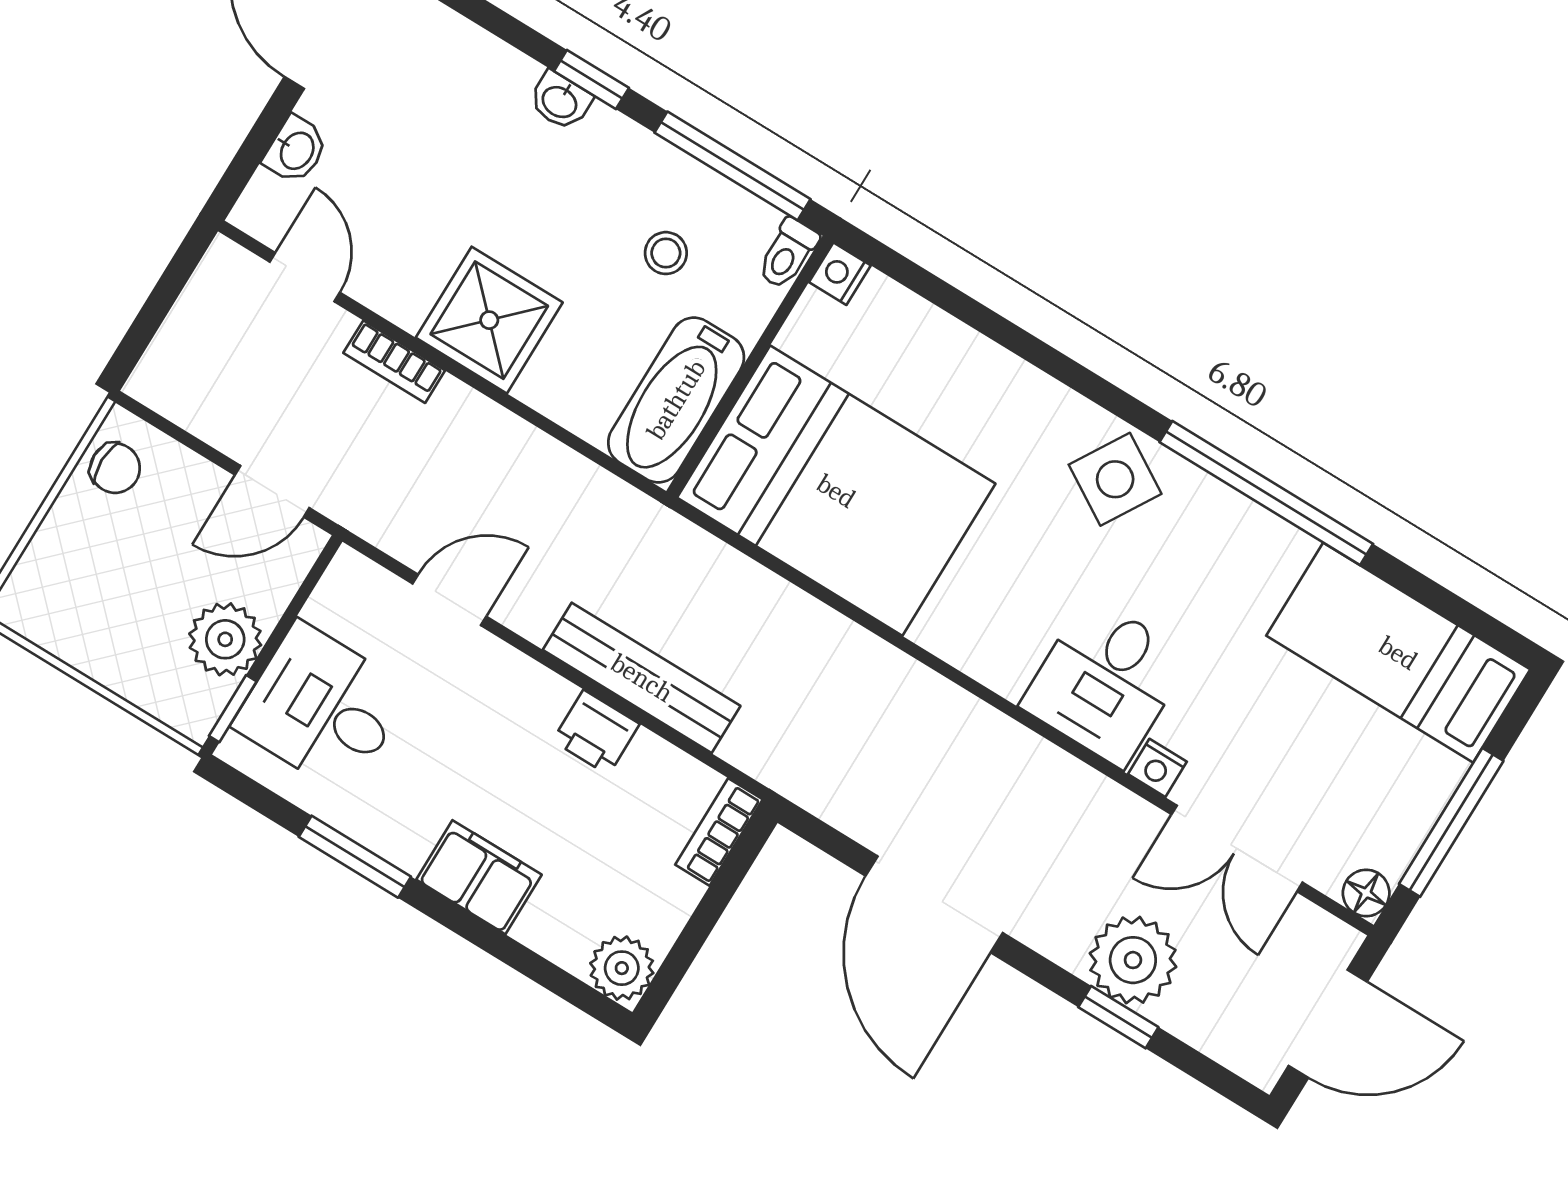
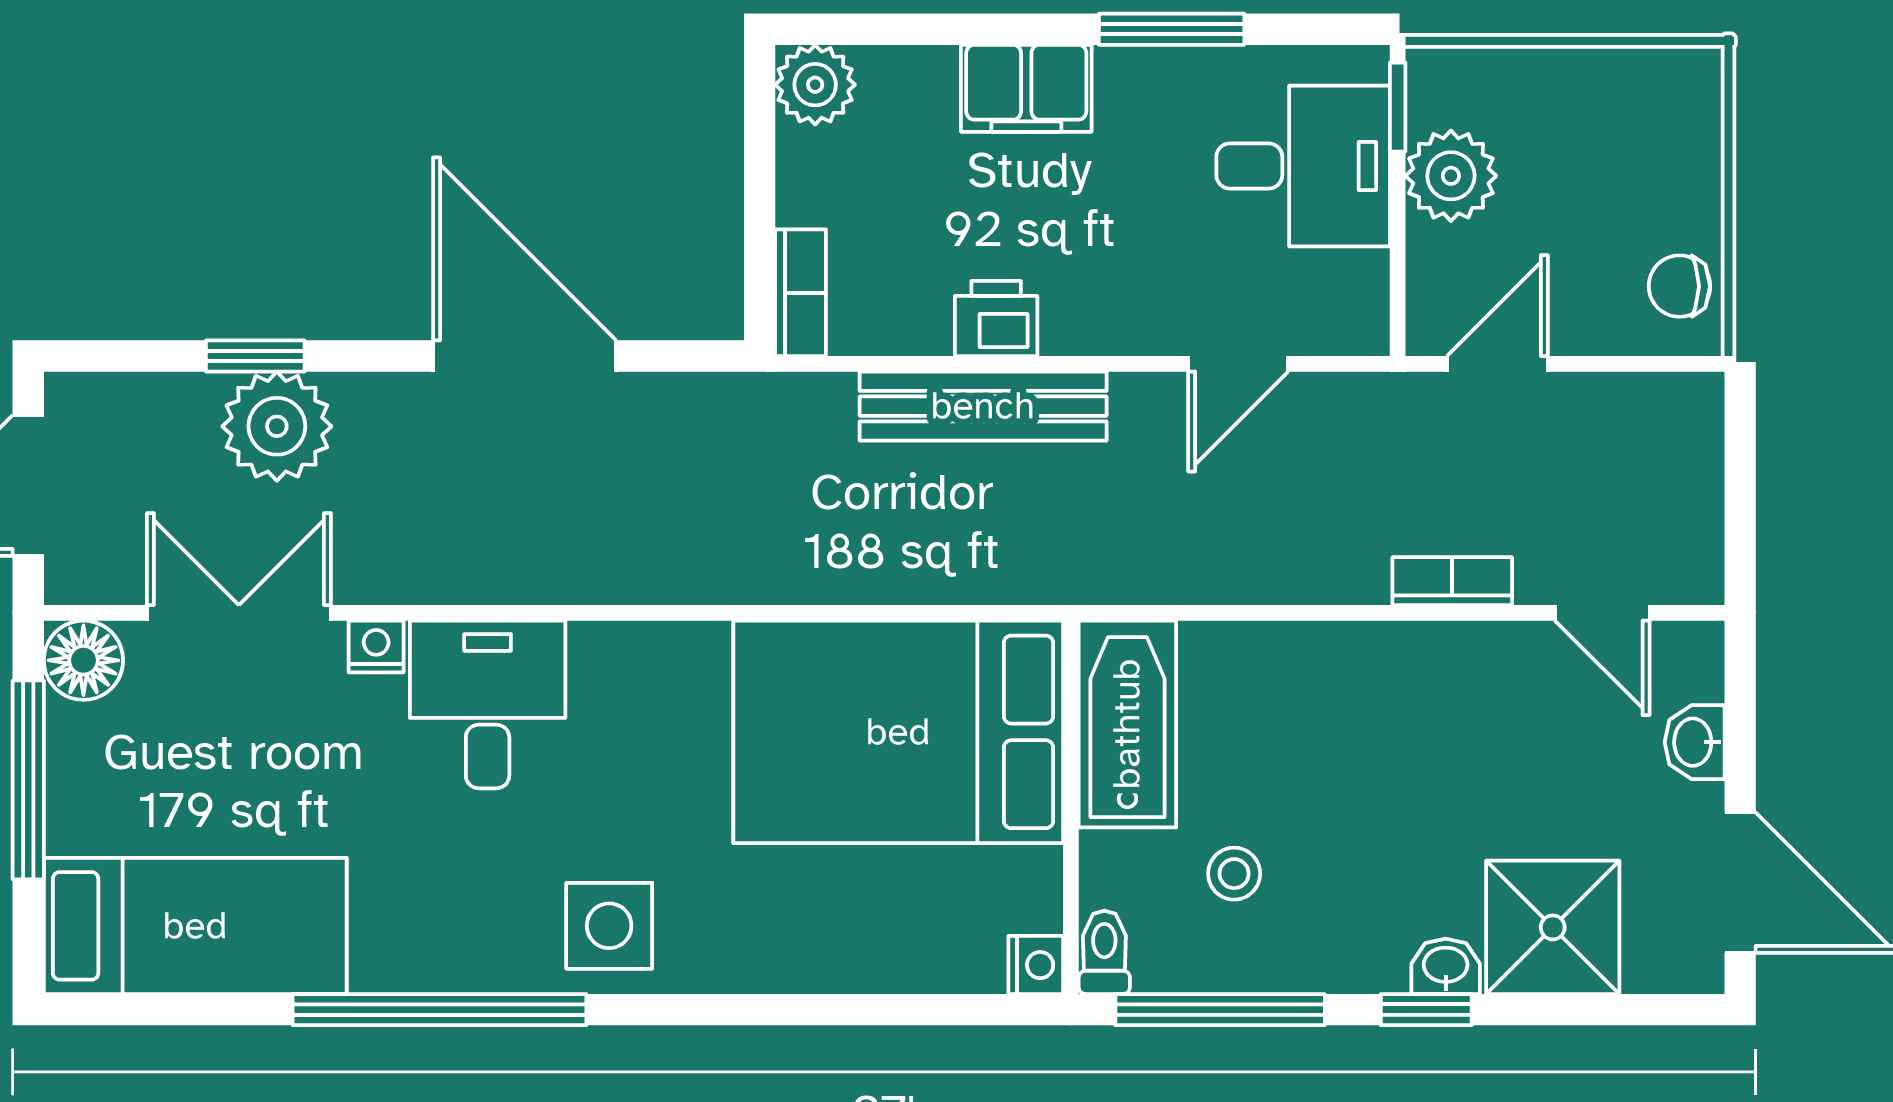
shower: (489, 320) -> (1553, 927), moved
side table: (1115, 479) -> (609, 926), turned -31
floor lamp: (1366, 893) -> (83, 660), width x1.37, depth x1.37

